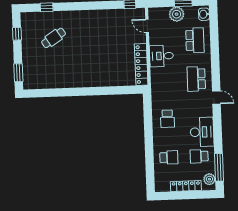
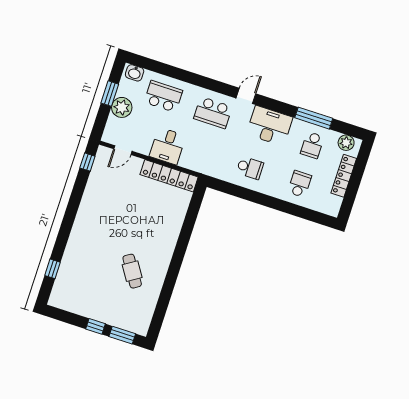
window: (17, 34) -> (95, 326), moved
cafe table: (54, 38) -> (132, 271), moved
desk: (202, 132) -> (270, 126), moved
window: (219, 167) -> (314, 118), moved

